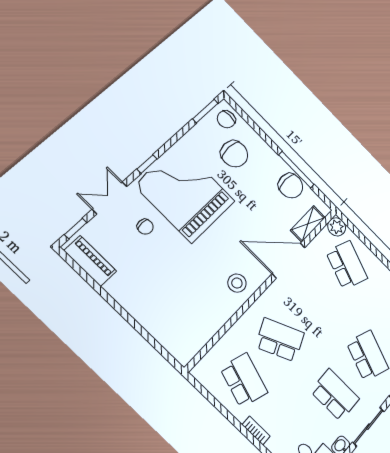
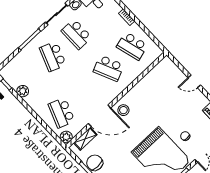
stool: (237, 283) -> (123, 110), moved
door: (133, 322) -> (194, 81), added
school desk: (244, 380) -> (132, 46), turned -33

